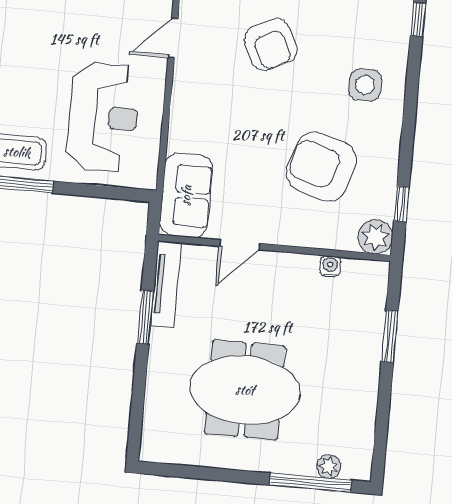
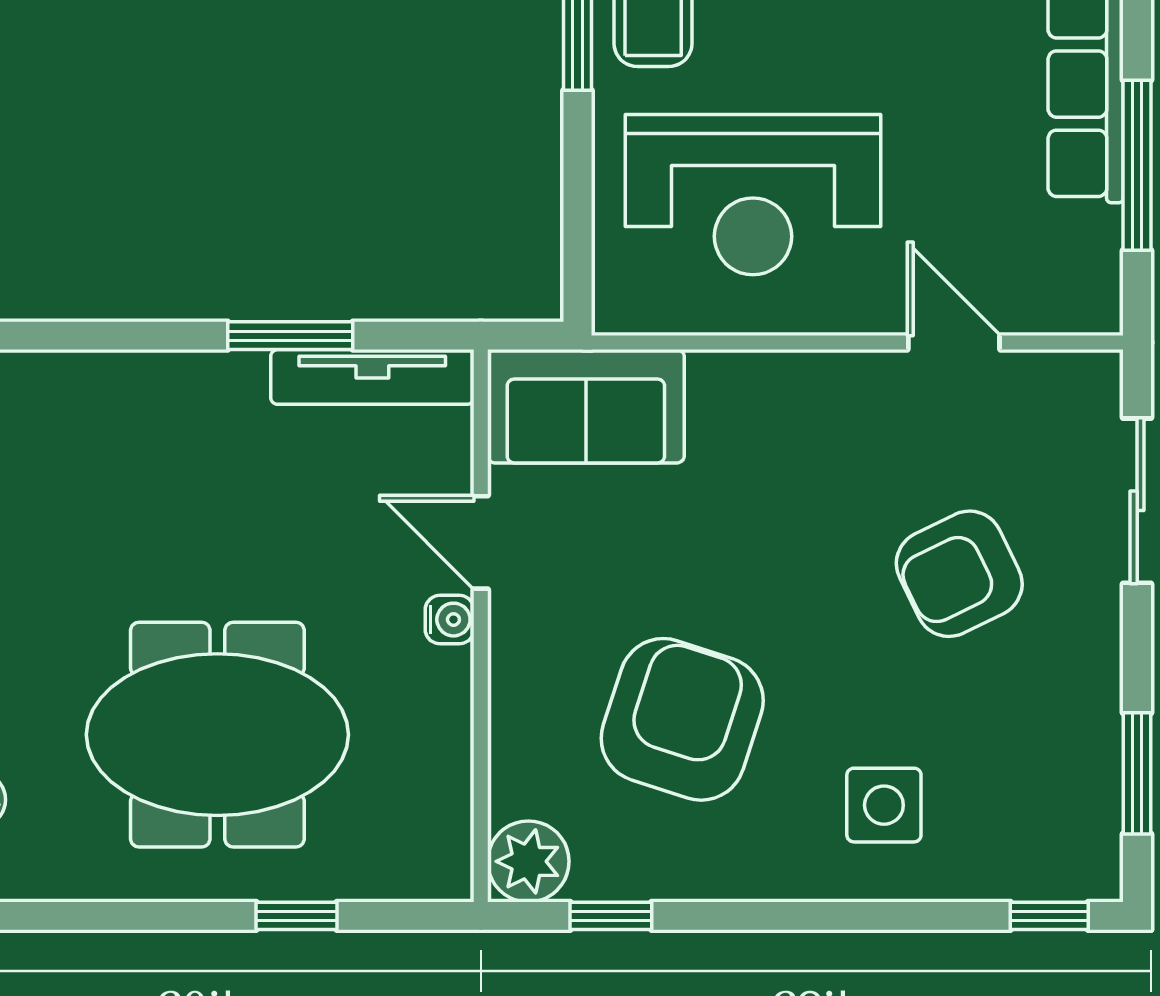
water cooler: (330, 266) -> (450, 620), moved
window: (390, 336) -> (297, 916), width x0.67
meeting table: (245, 390) -> (217, 735), moved, turned 90

